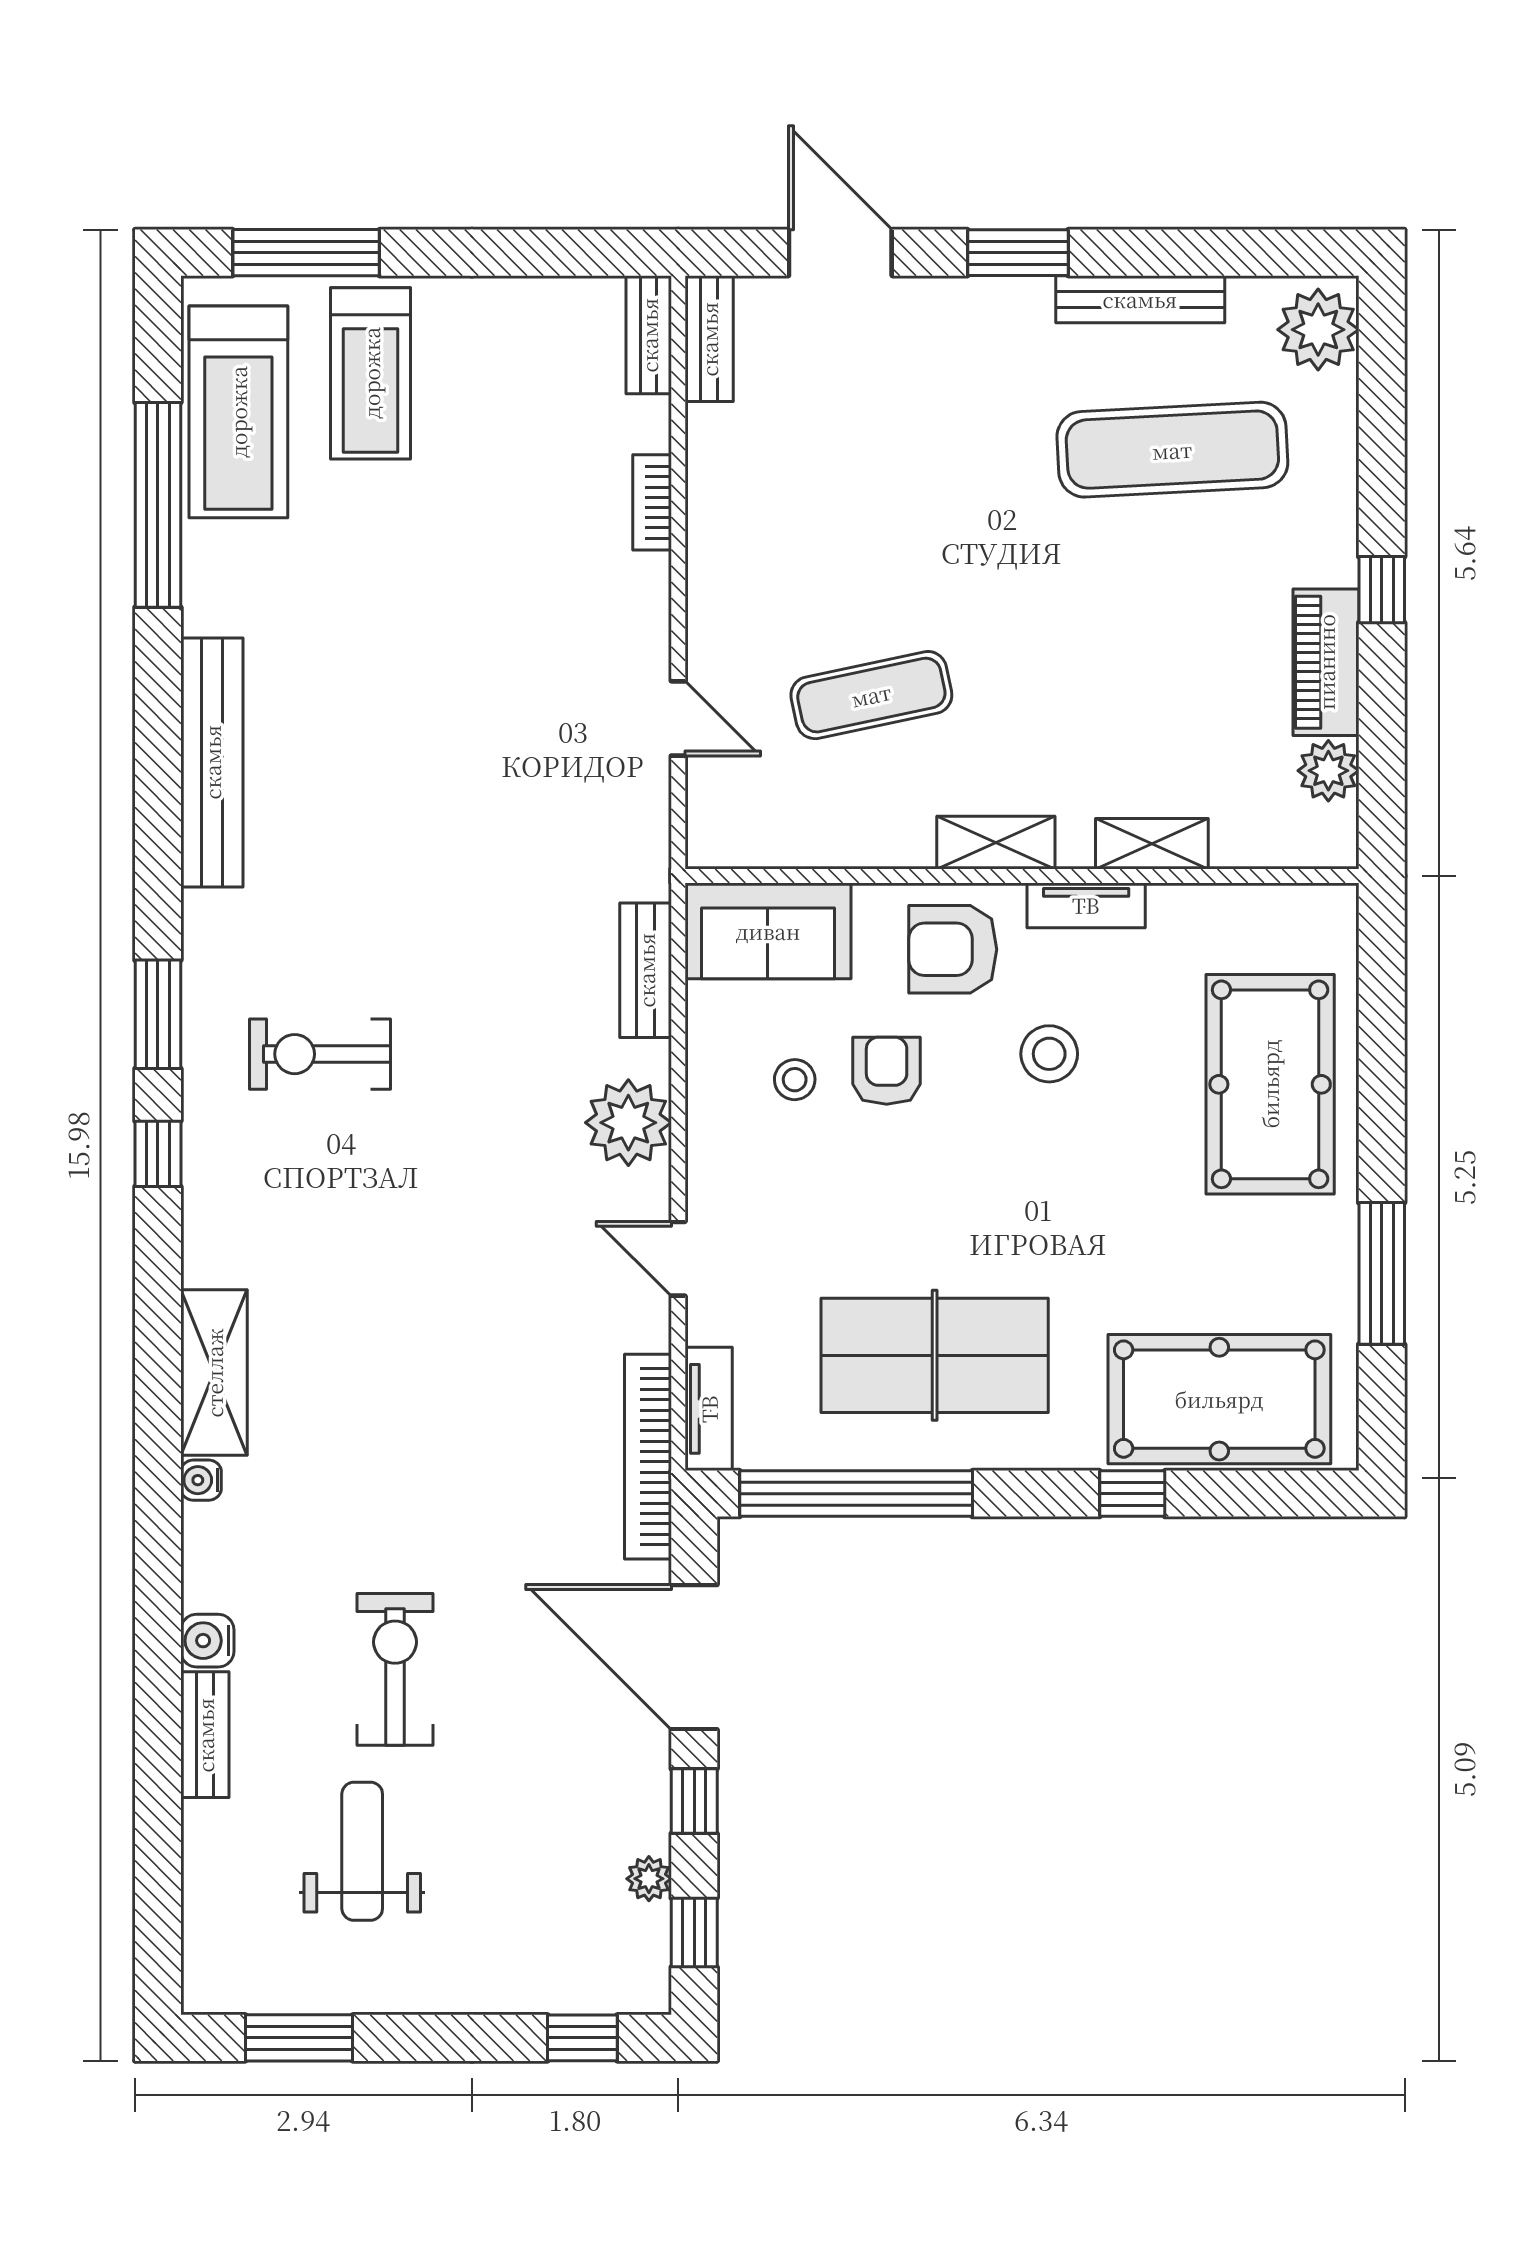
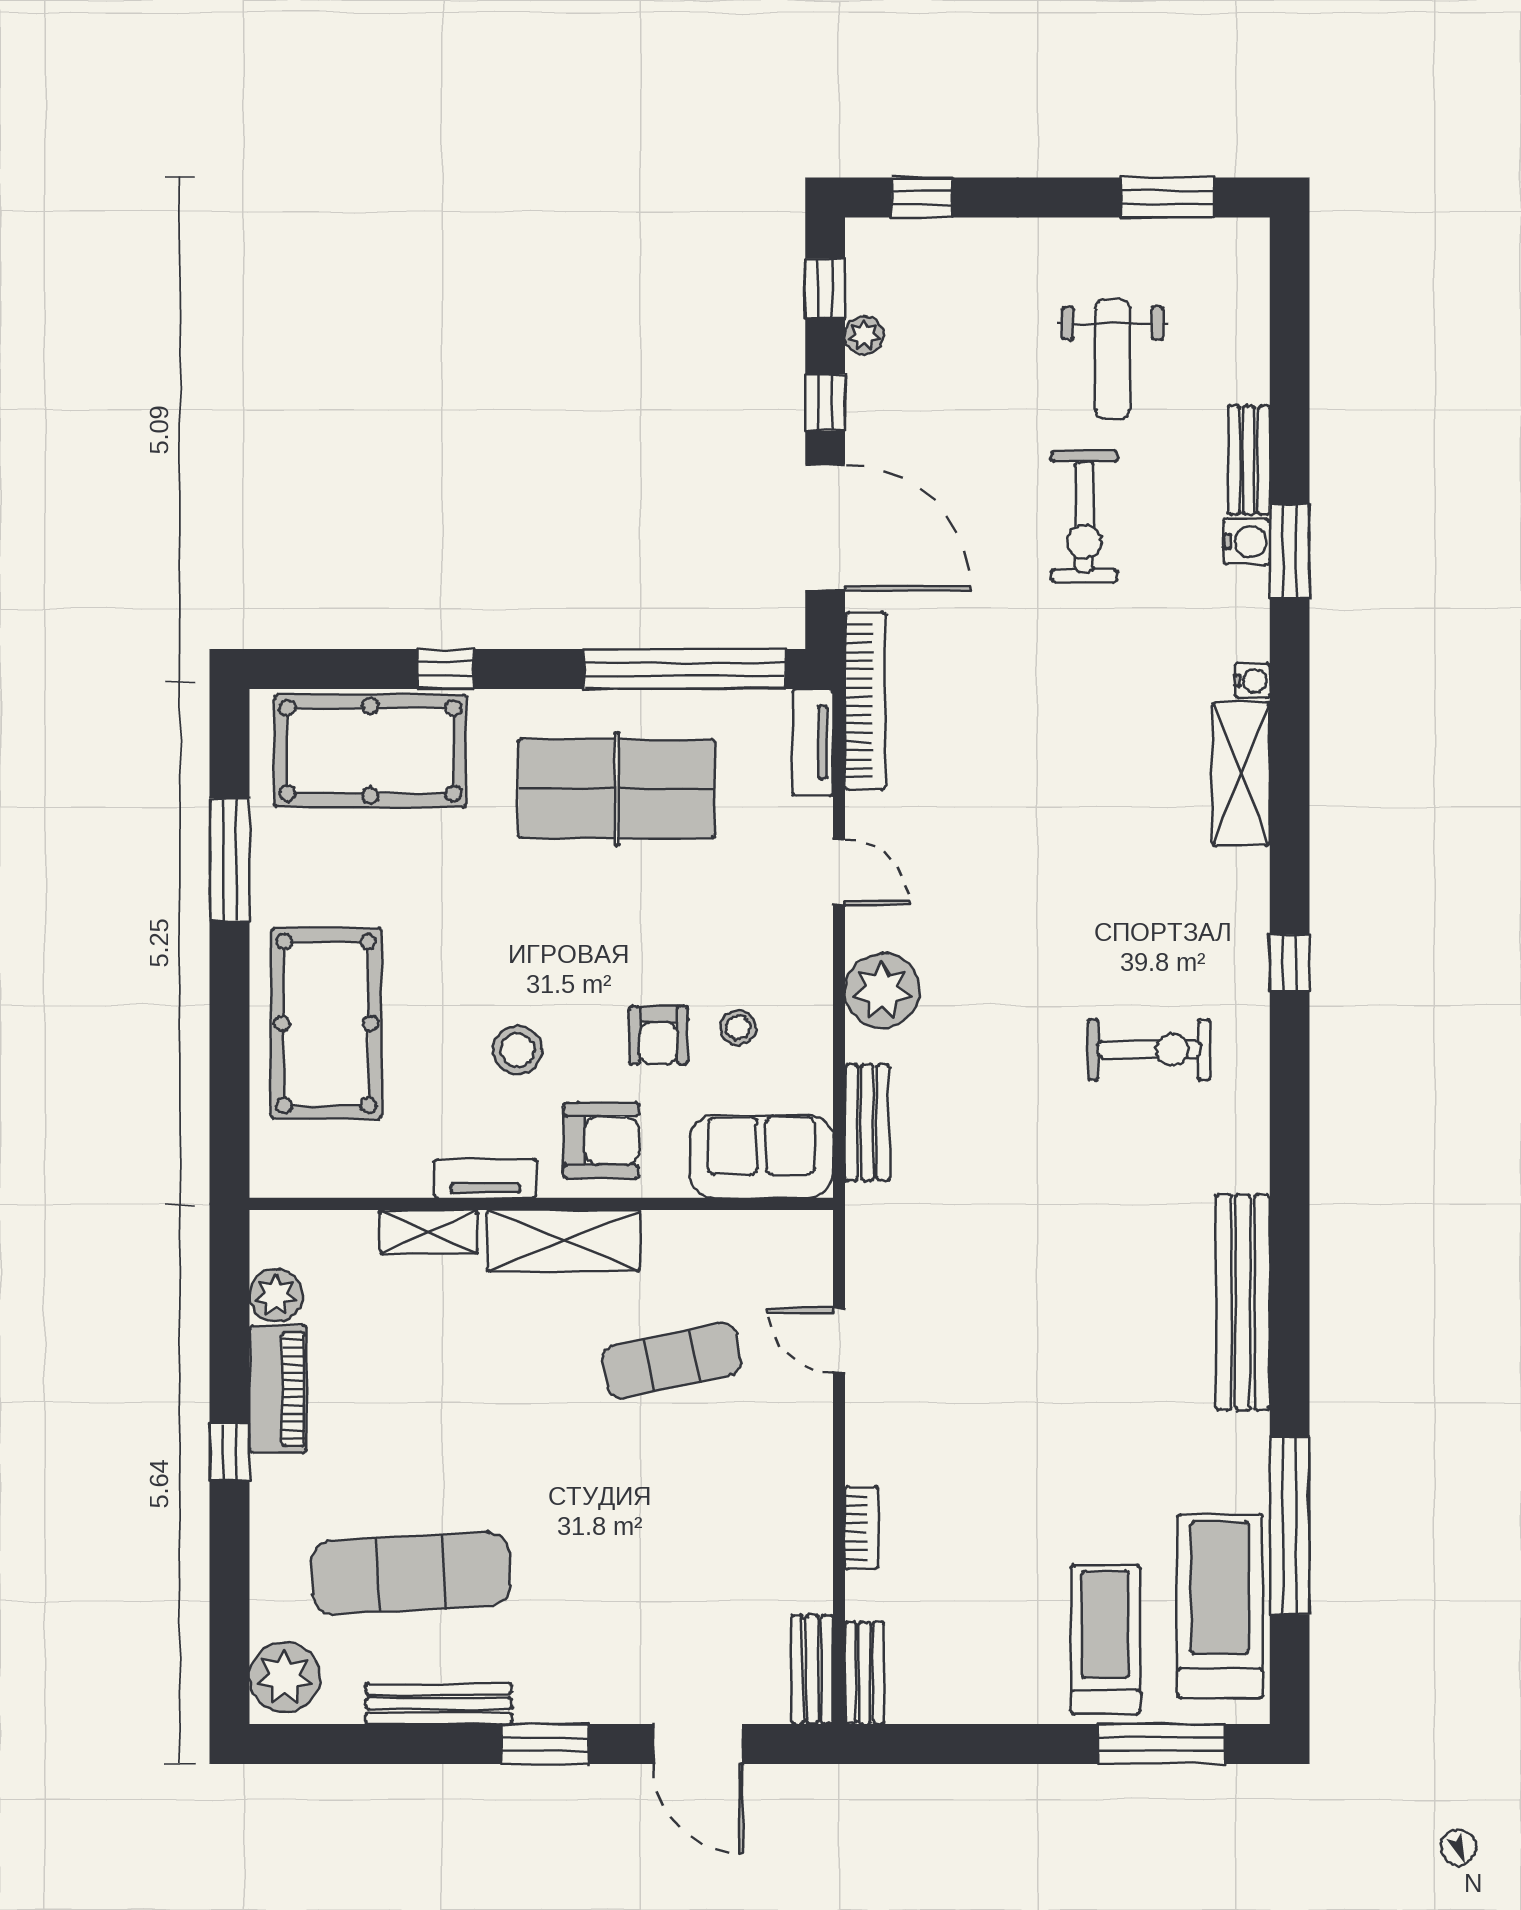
shelving: (996, 843) -> (564, 1241), width x1.50, depth x1.33
window: (158, 1014) -> (1290, 551), moved

